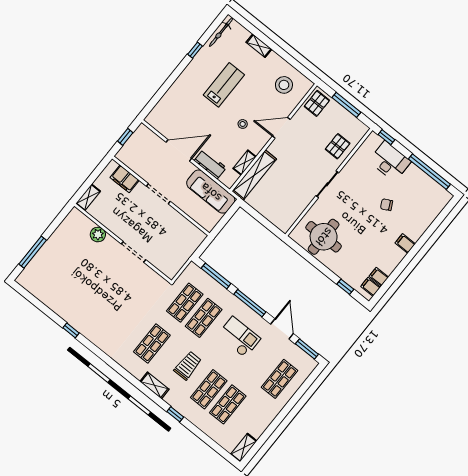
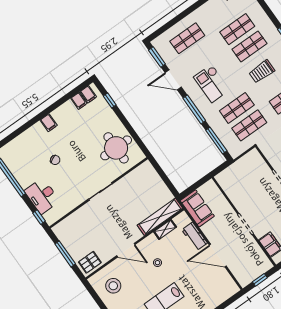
pallet: (338, 146) -> (83, 221), removed
sofa: (211, 192) -> (197, 208), width x0.73
door: (282, 329) -> (173, 80), hinge flipped

